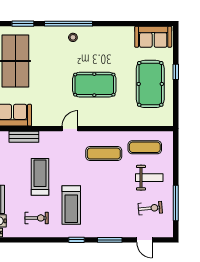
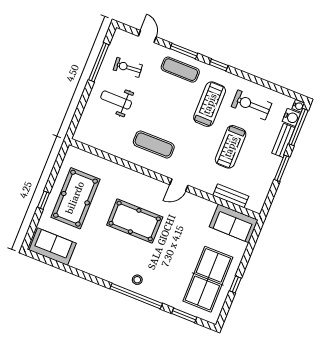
exercise mat: (145, 147) -> (180, 70), moved
exercise bike: (37, 218) -> (252, 105), width x1.38, depth x1.39

